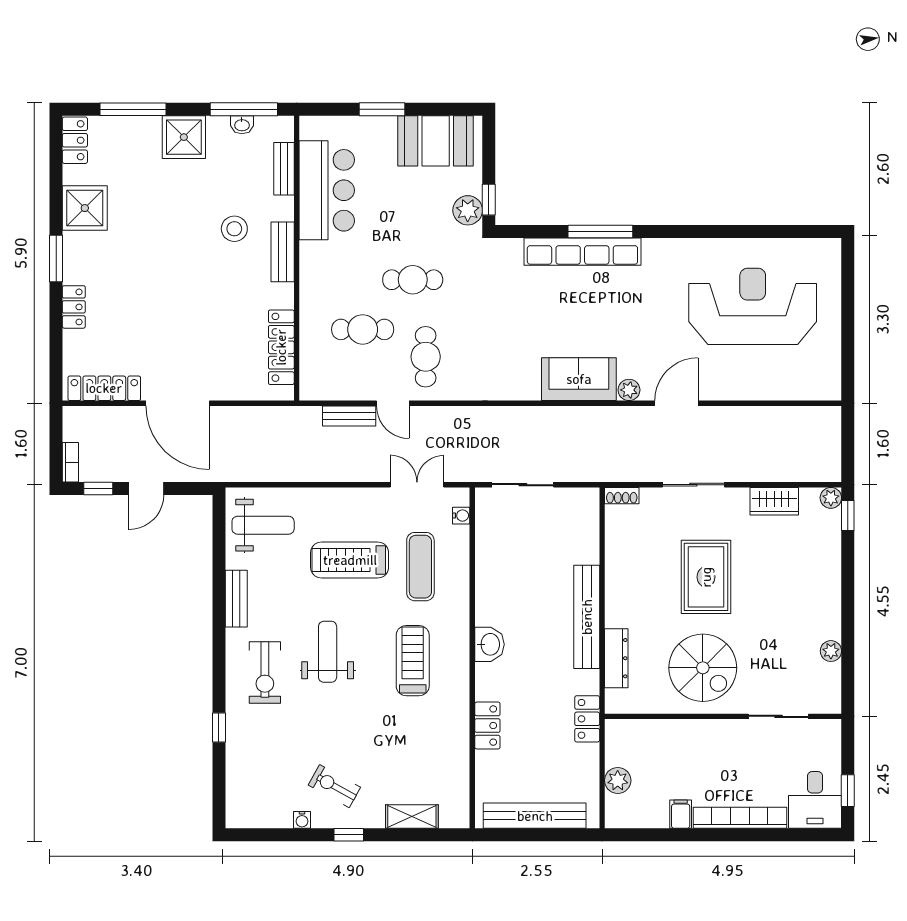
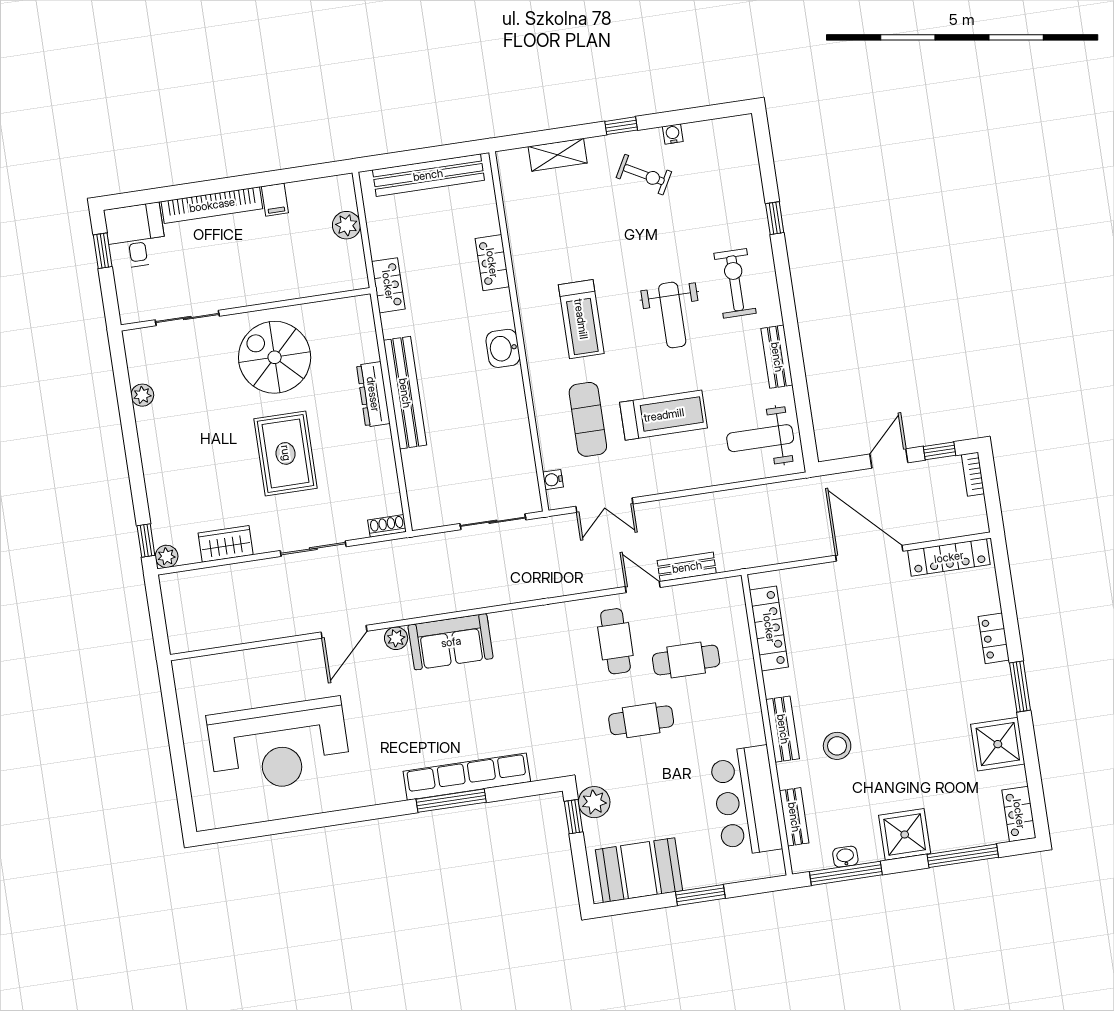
dresser: (616, 658) -> (373, 394), moved

